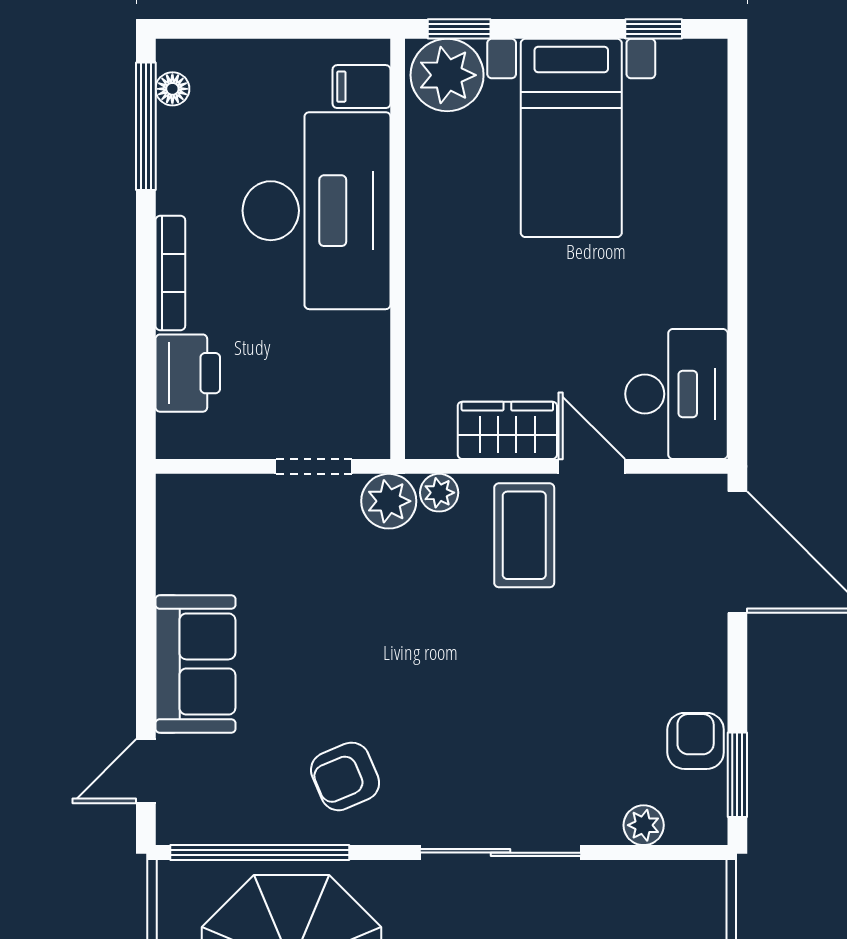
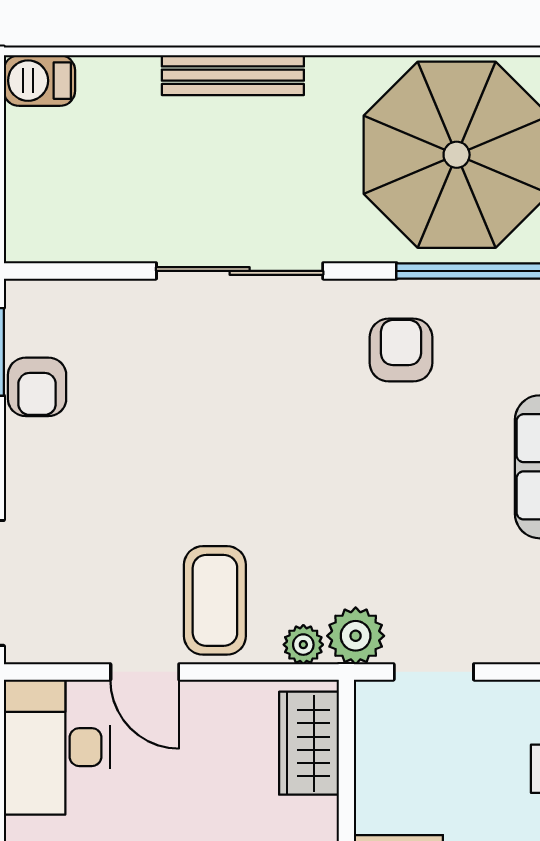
wardrobe: (507, 430) -> (309, 743), moved, turned 90
armchair: (345, 776) -> (401, 350), turned -67
plant: (644, 825) -> (91, 299), removed

